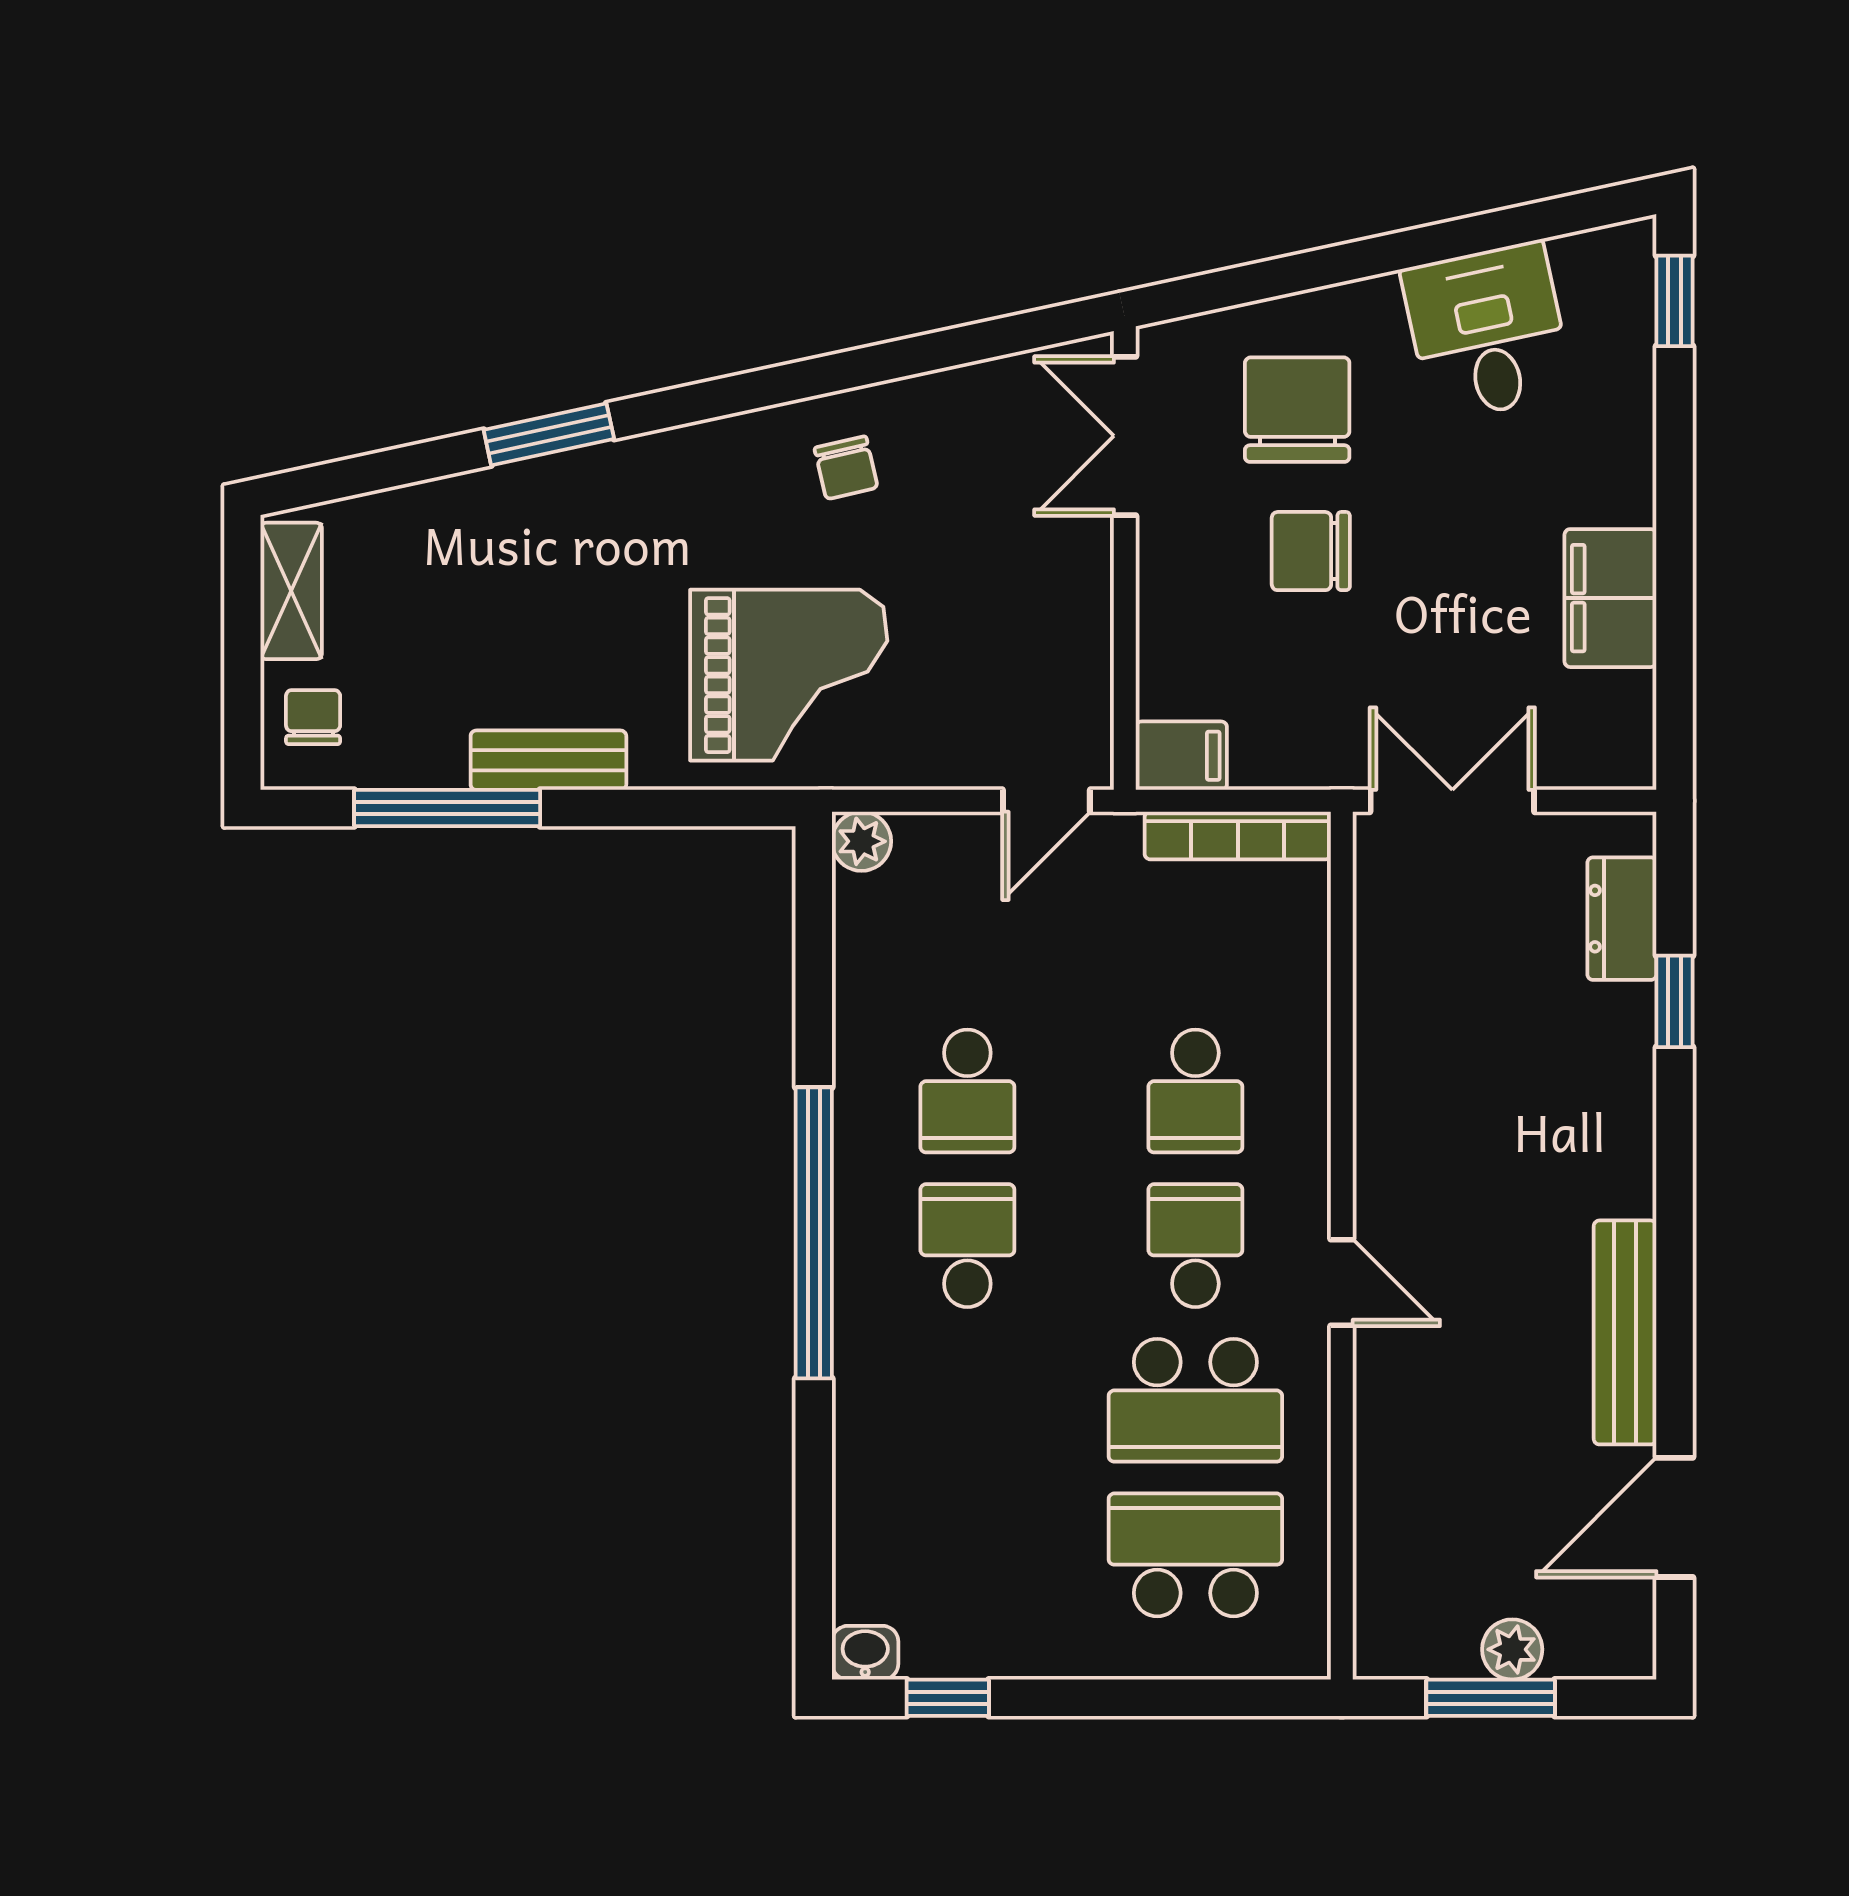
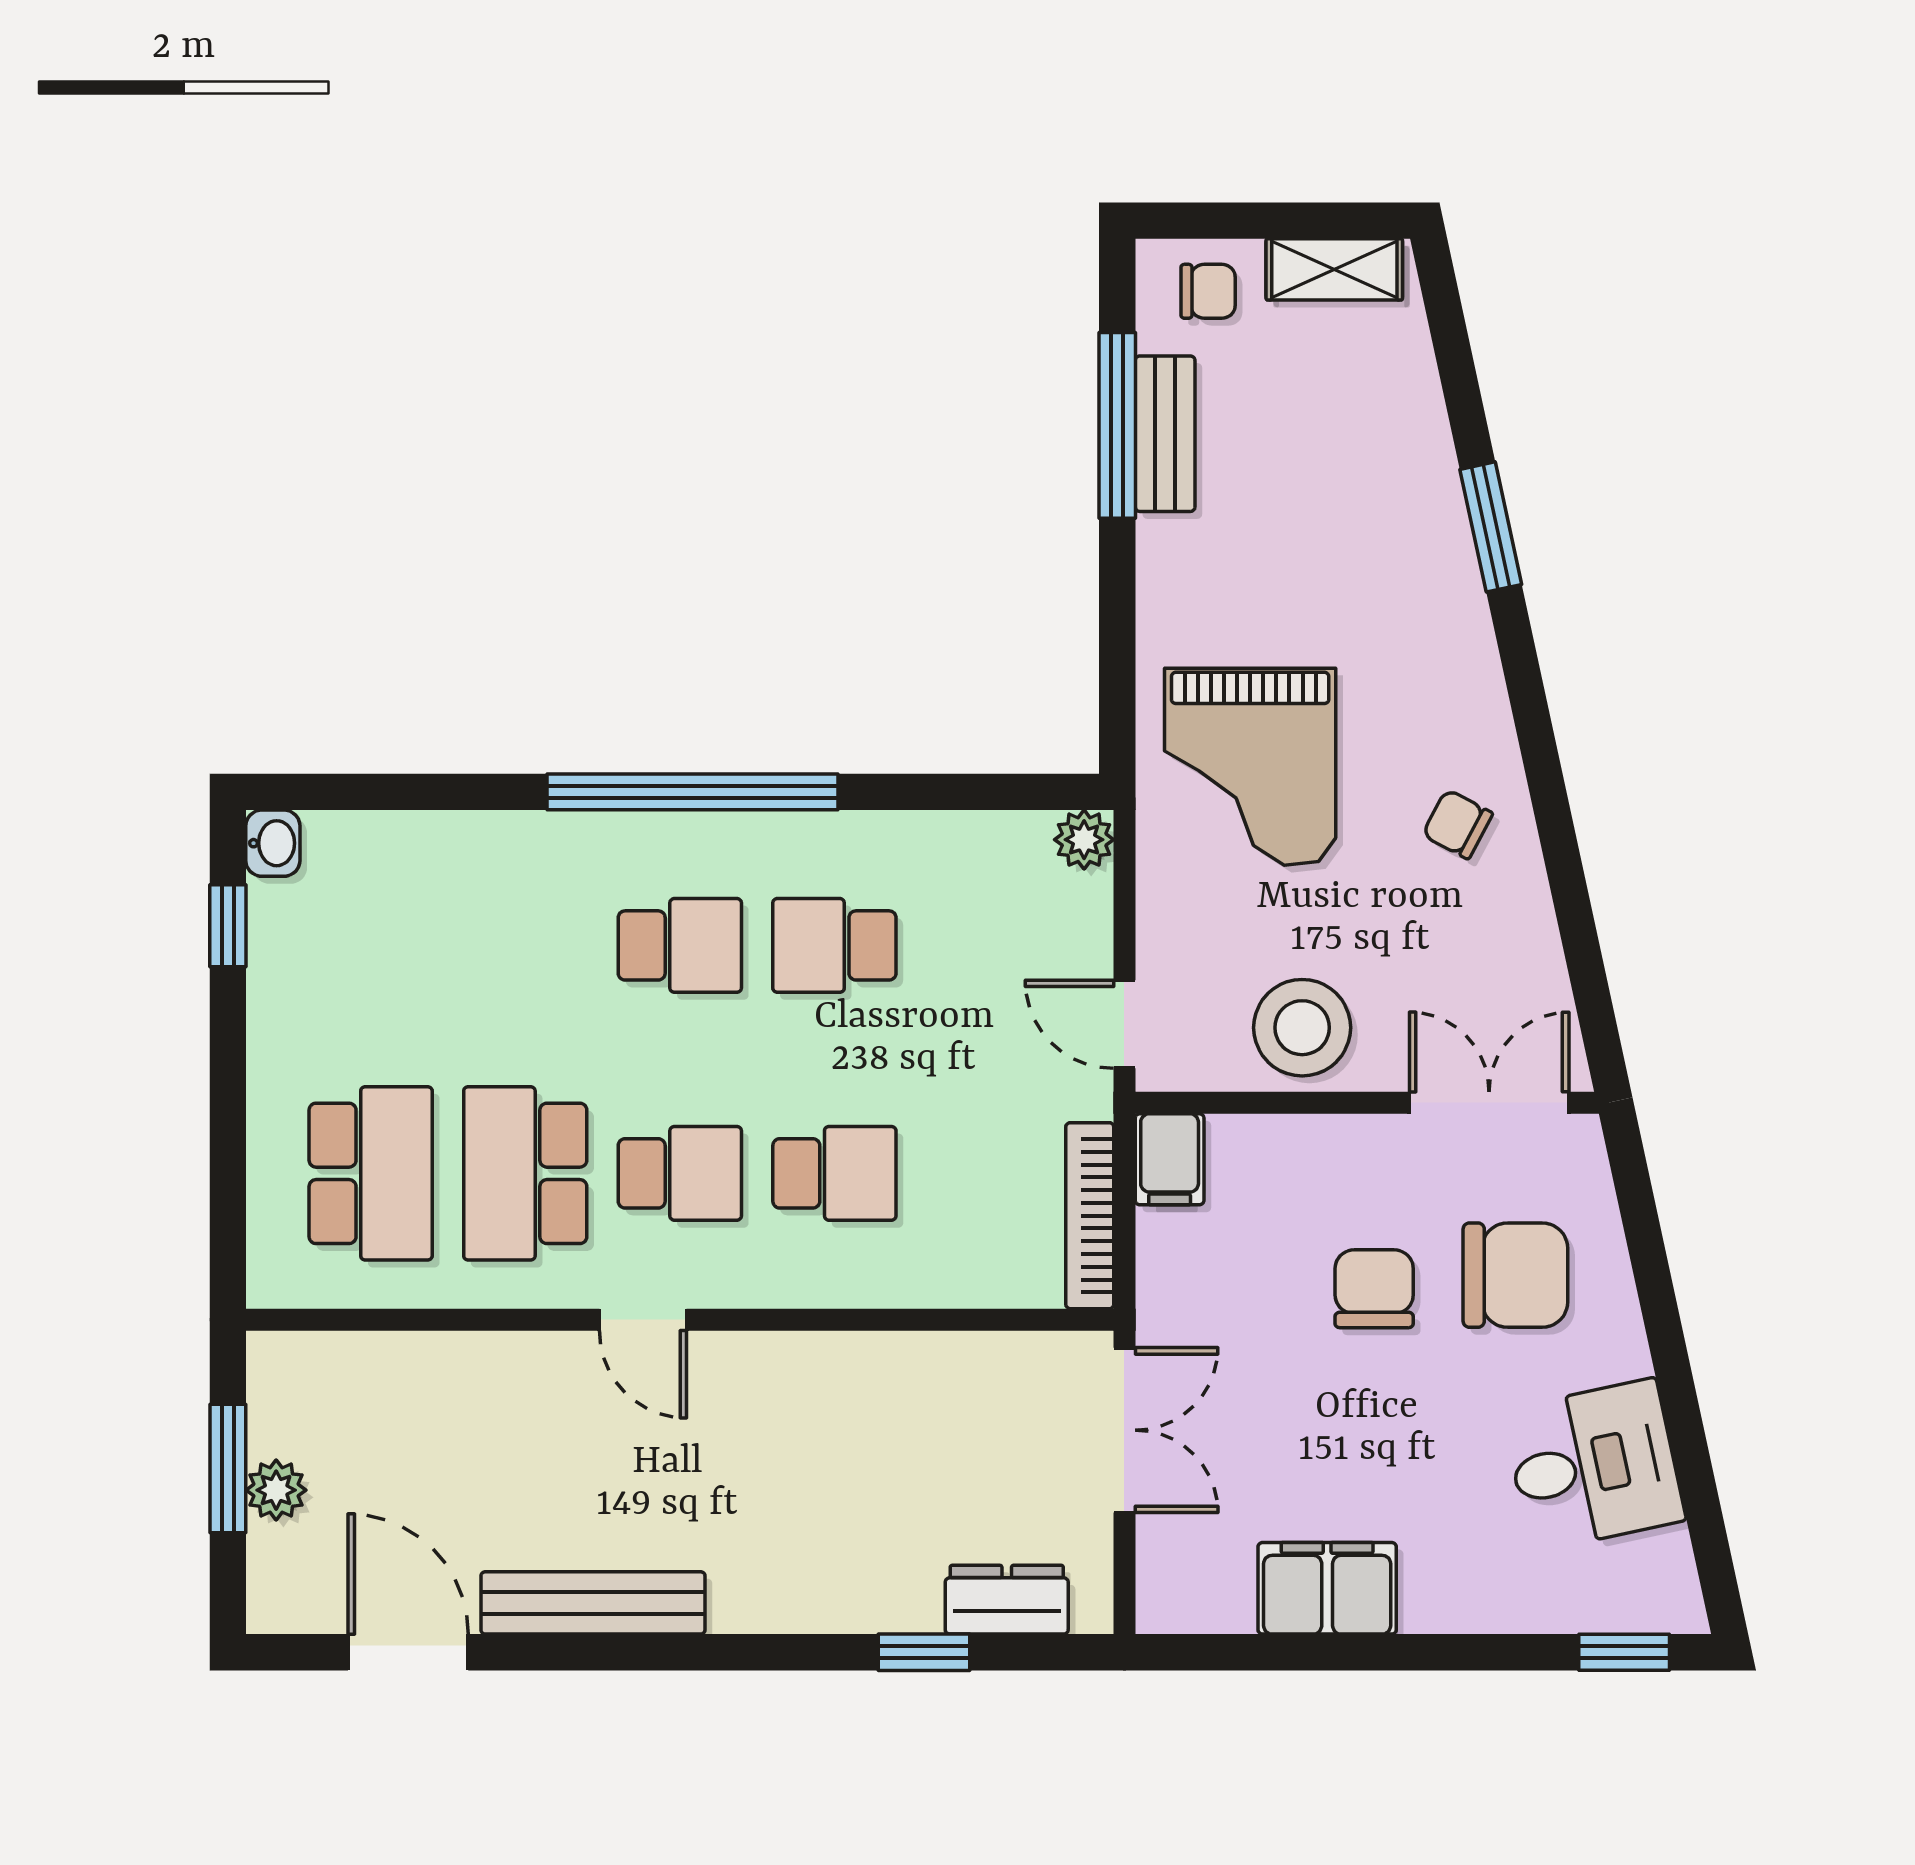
chair: (846, 468) -> (1457, 824), turned 41
stool: (1050, 623) -> (1302, 1028), added
bench: (548, 760) -> (1165, 434), moved
school desk: (1195, 1091) -> (834, 1173), turned 180
door: (1342, 1282) -> (643, 1320), hinge flipped

